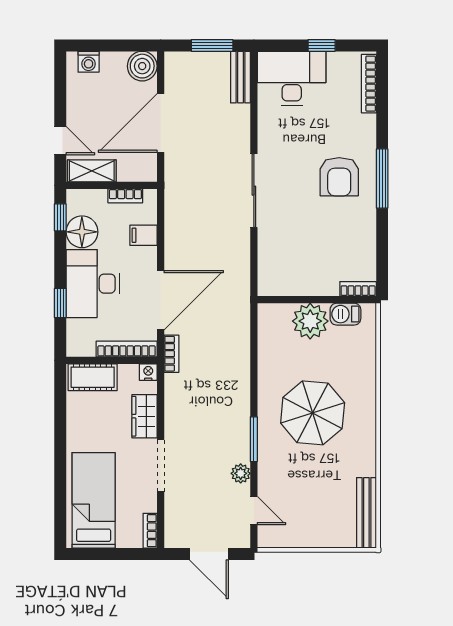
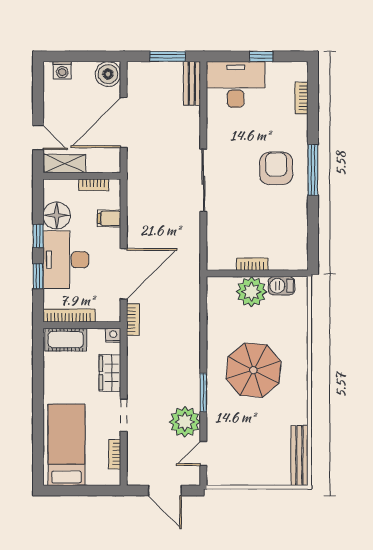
bookcase: (369, 84) -> (301, 98), width x0.64
armchair: (339, 177) -> (276, 168), turned 180
window: (60, 217) -> (38, 236), moved
bookcase: (358, 289) -> (252, 264), moved
bookcase: (127, 349) -> (69, 316), moved
doorway: (161, 466) -> (124, 415), width x0.73
plant: (241, 473) -> (185, 422), width x1.88, depth x1.88
door: (254, 511) -> (203, 453), swing flipped
bookcase: (150, 531) -> (115, 454), moved

